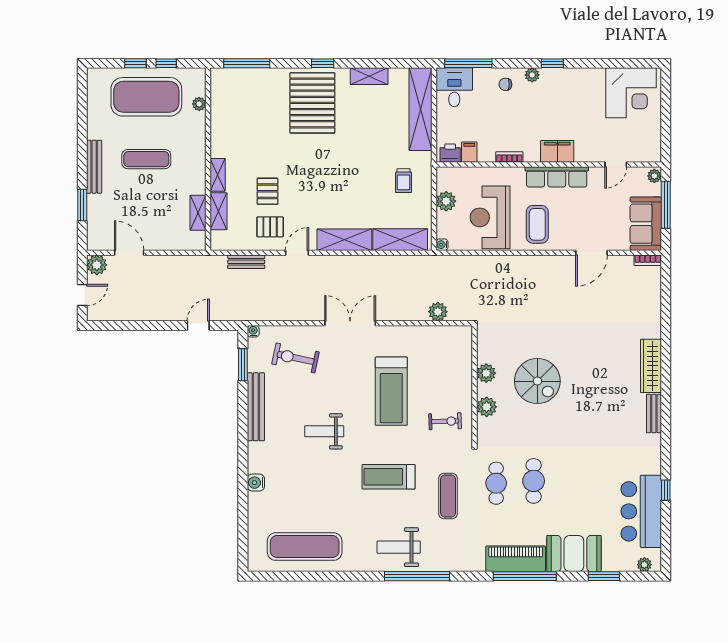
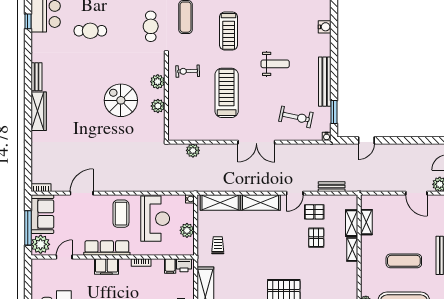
plant: (654, 176) -> (41, 244), width x1.88, depth x1.88
treadmill: (389, 477) -> (229, 31), turned 90
cafe table: (534, 481) -> (90, 31), moved, turned 90

